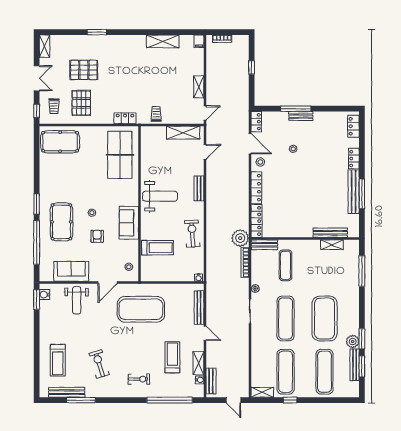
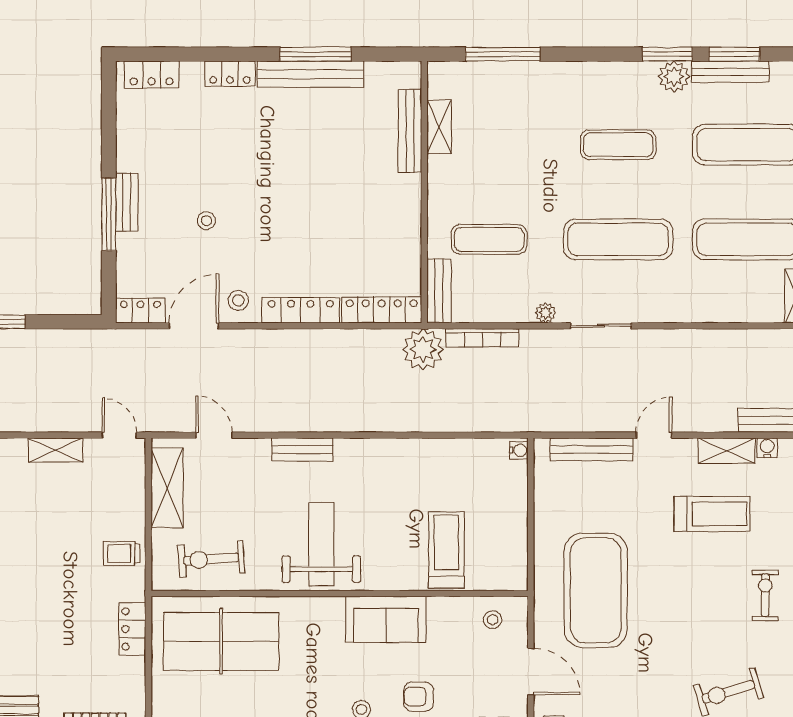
exercise bike: (192, 234) -> (211, 559), moved
exercise mat: (325, 319) -> (618, 145), width x0.50, depth x0.69
treadmill: (172, 357) -> (712, 514), turned 180

